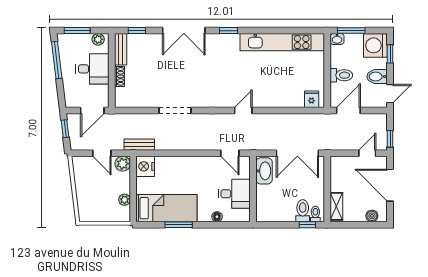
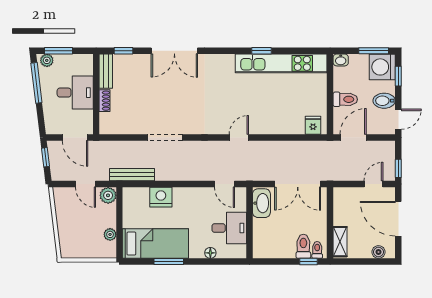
window: (229, 31) -> (261, 51), moved
window: (351, 31) -> (374, 51), moved
plant: (98, 39) -> (47, 60), moved
door: (92, 110) -> (75, 138), hinge flipped
bench: (139, 145) -> (132, 175), width x1.36
nightstand: (145, 166) -> (161, 197), moved, turned 90

